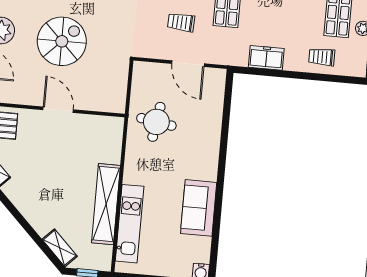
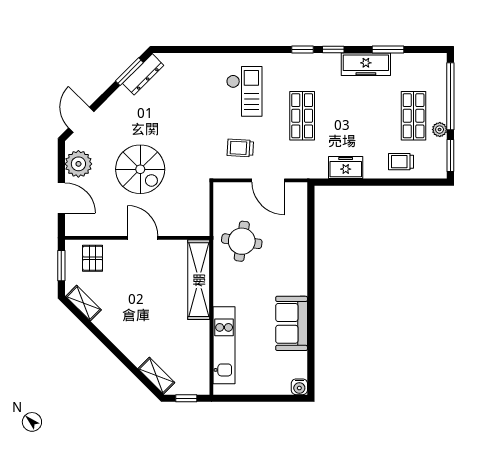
trolley: (181, 22) -> (240, 148), moved
spiral stairs: (62, 41) -> (140, 169), turned 90
shelving: (106, 204) -> (199, 280), moved

